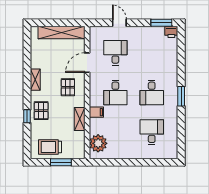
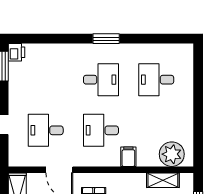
desk: (115, 92) -> (101, 130), turned 180
shelving: (80, 119) -> (163, 180), moved

